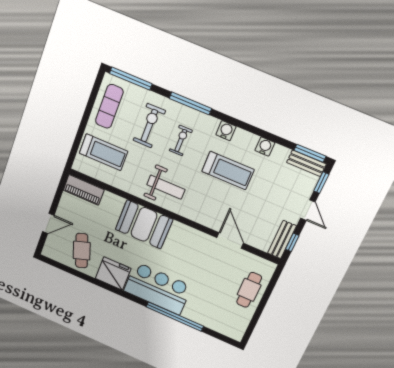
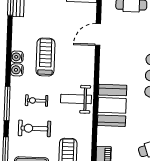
water cooler: (265, 147) -> (17, 57), moved
weight bench: (166, 187) -> (76, 99), turned -90

